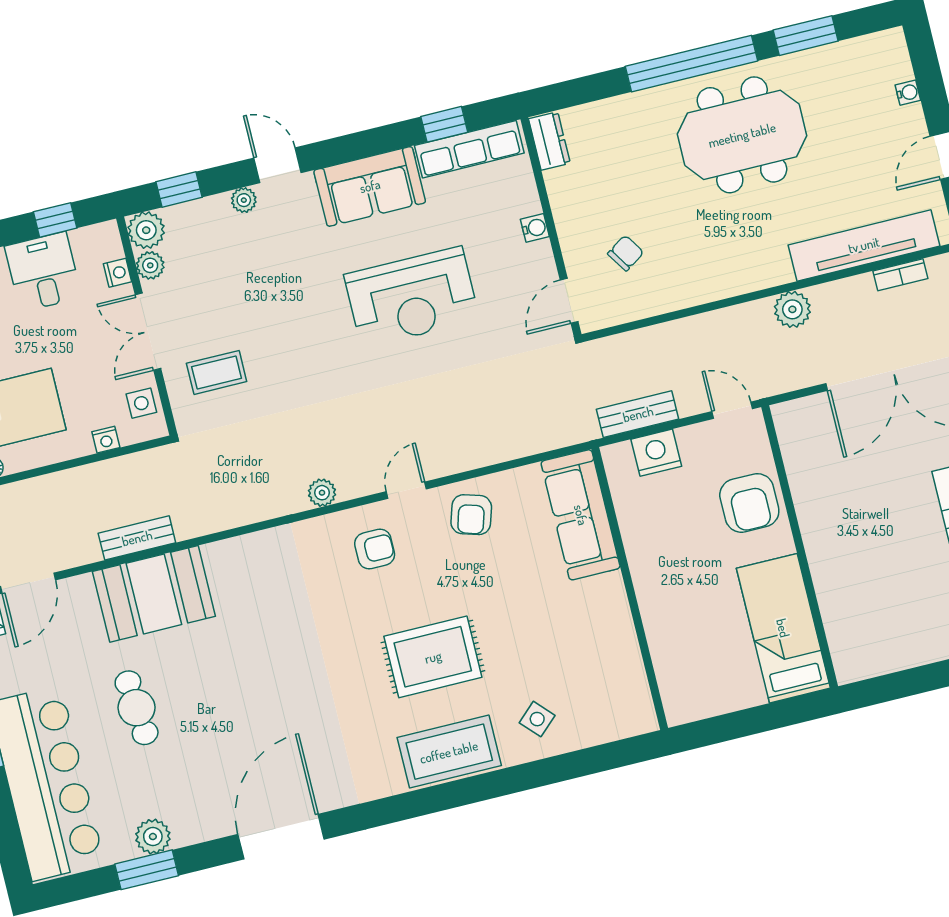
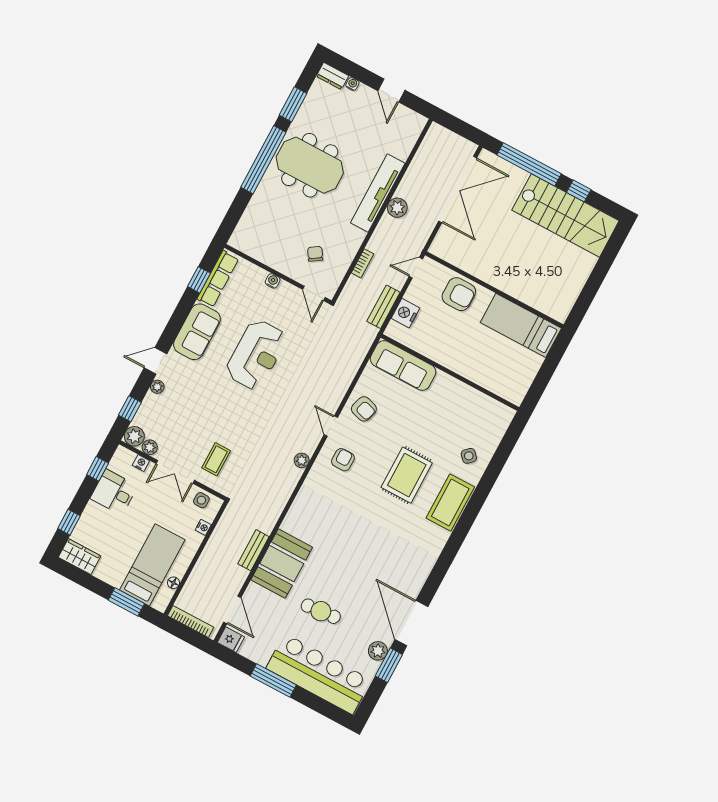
meeting table: (742, 135) -> (310, 165), turned 90
dresser: (549, 141) -> (332, 76), moved, turned 180
tv unit: (864, 245) -> (378, 193), moved
bookcase: (900, 275) -> (363, 263), moved
door: (281, 837) -> (411, 623), moved

